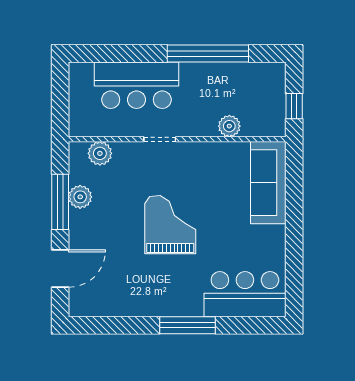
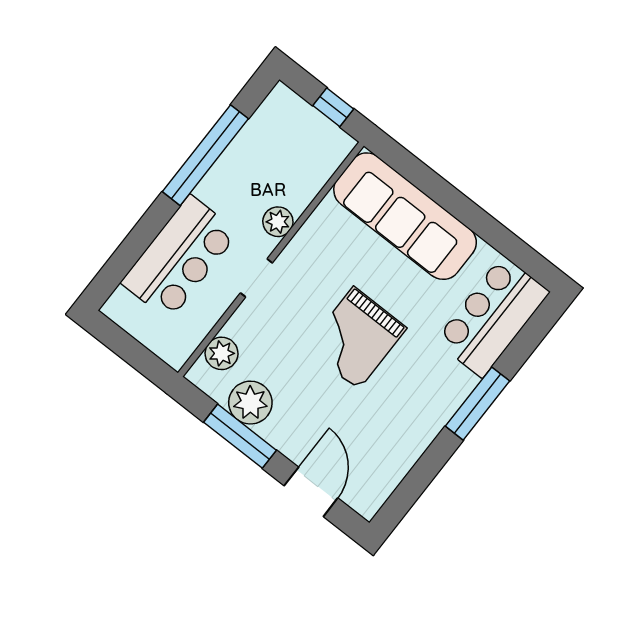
plant: (229, 126) -> (278, 222), moved
sofa: (268, 183) -> (405, 216), width x1.36, depth x1.27
plant: (80, 197) -> (250, 403), width x1.36, depth x1.36
grand piano: (170, 225) -> (356, 338), turned -90

